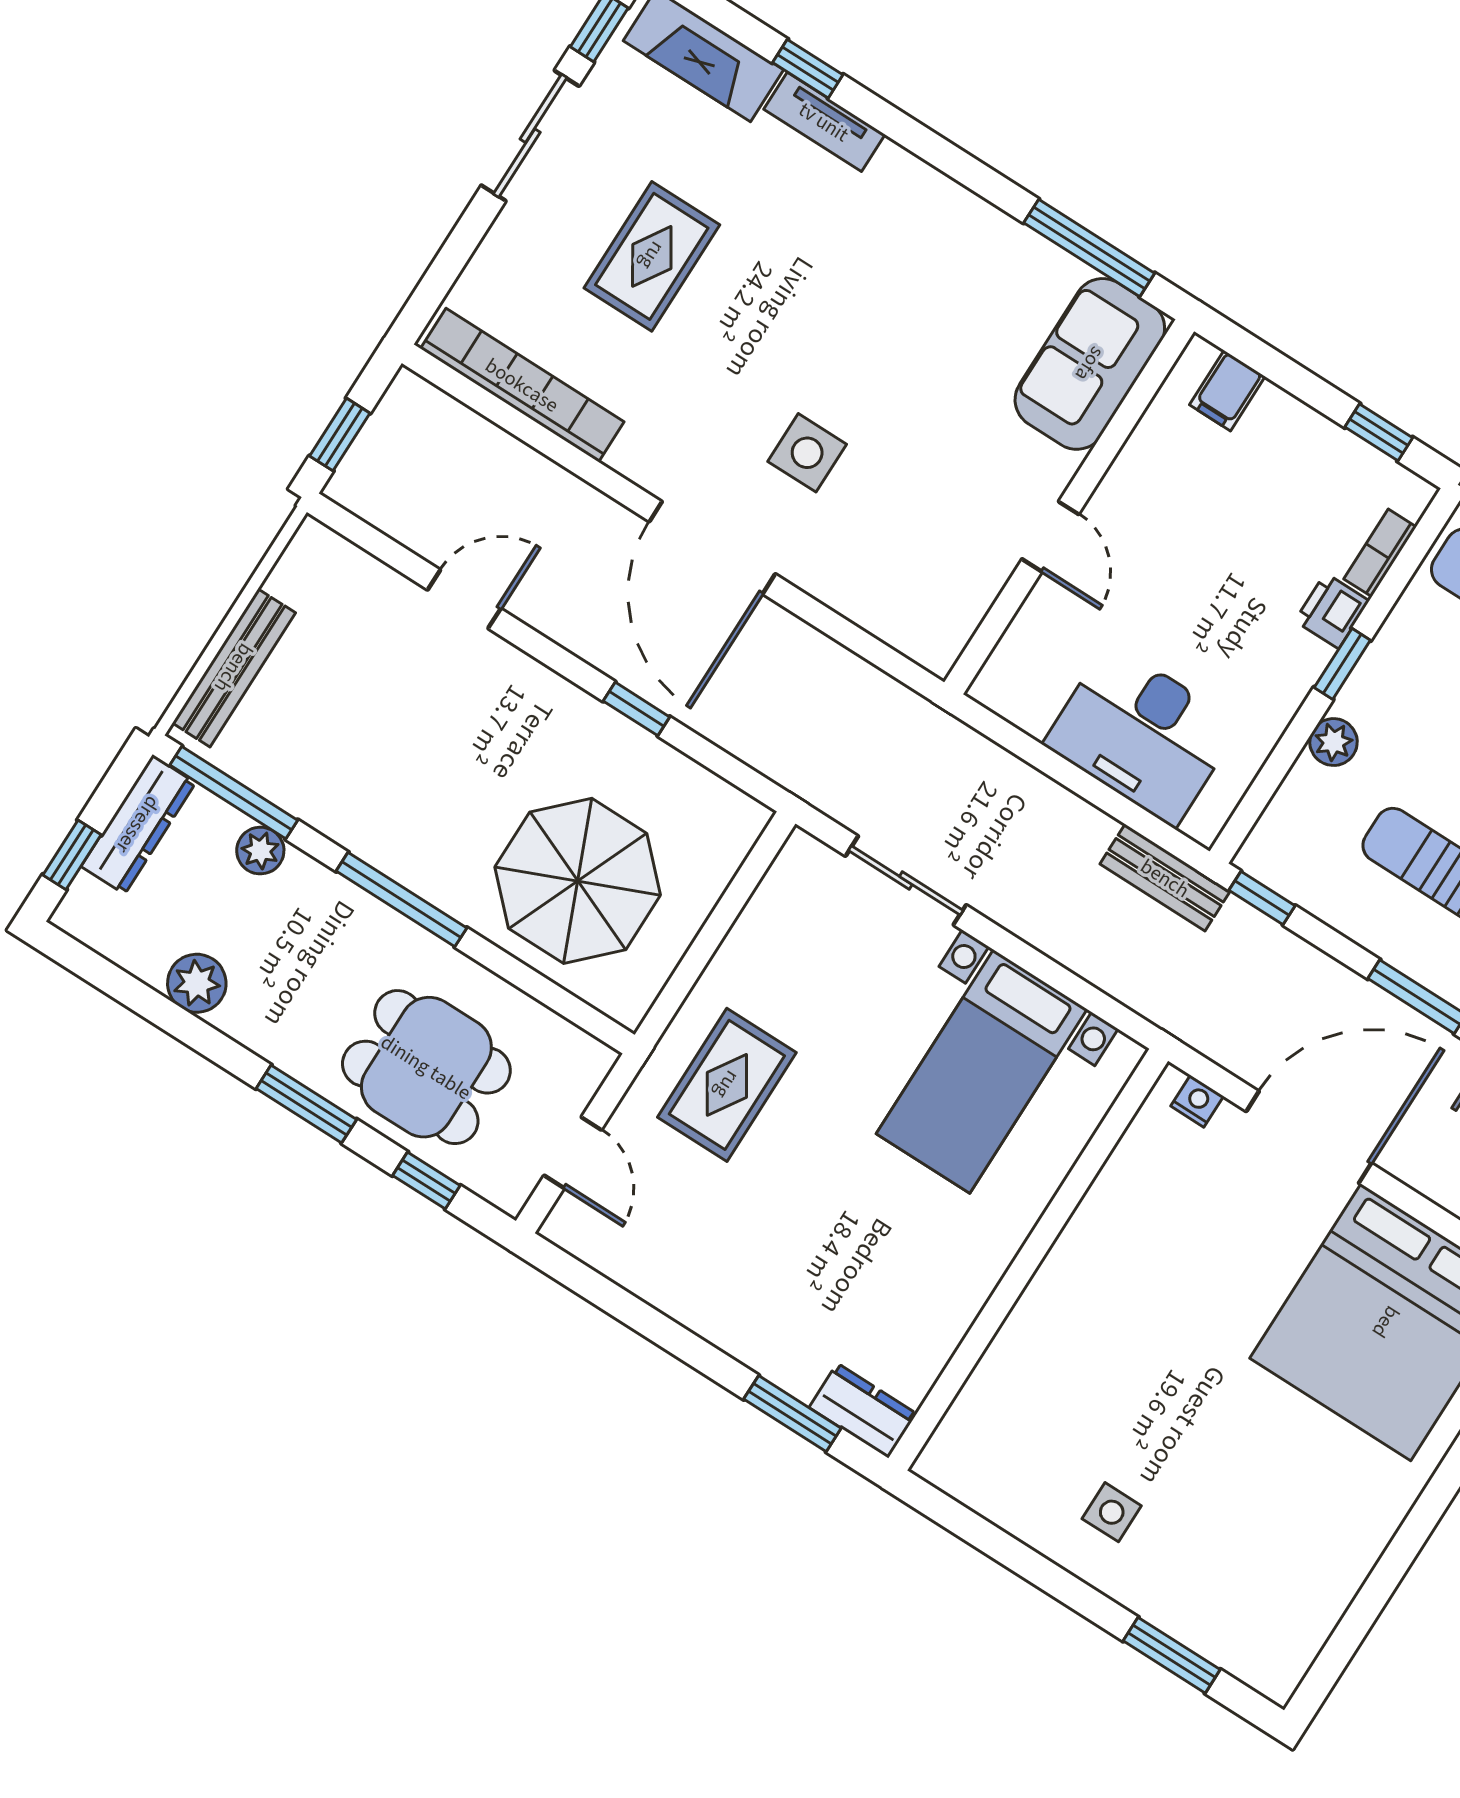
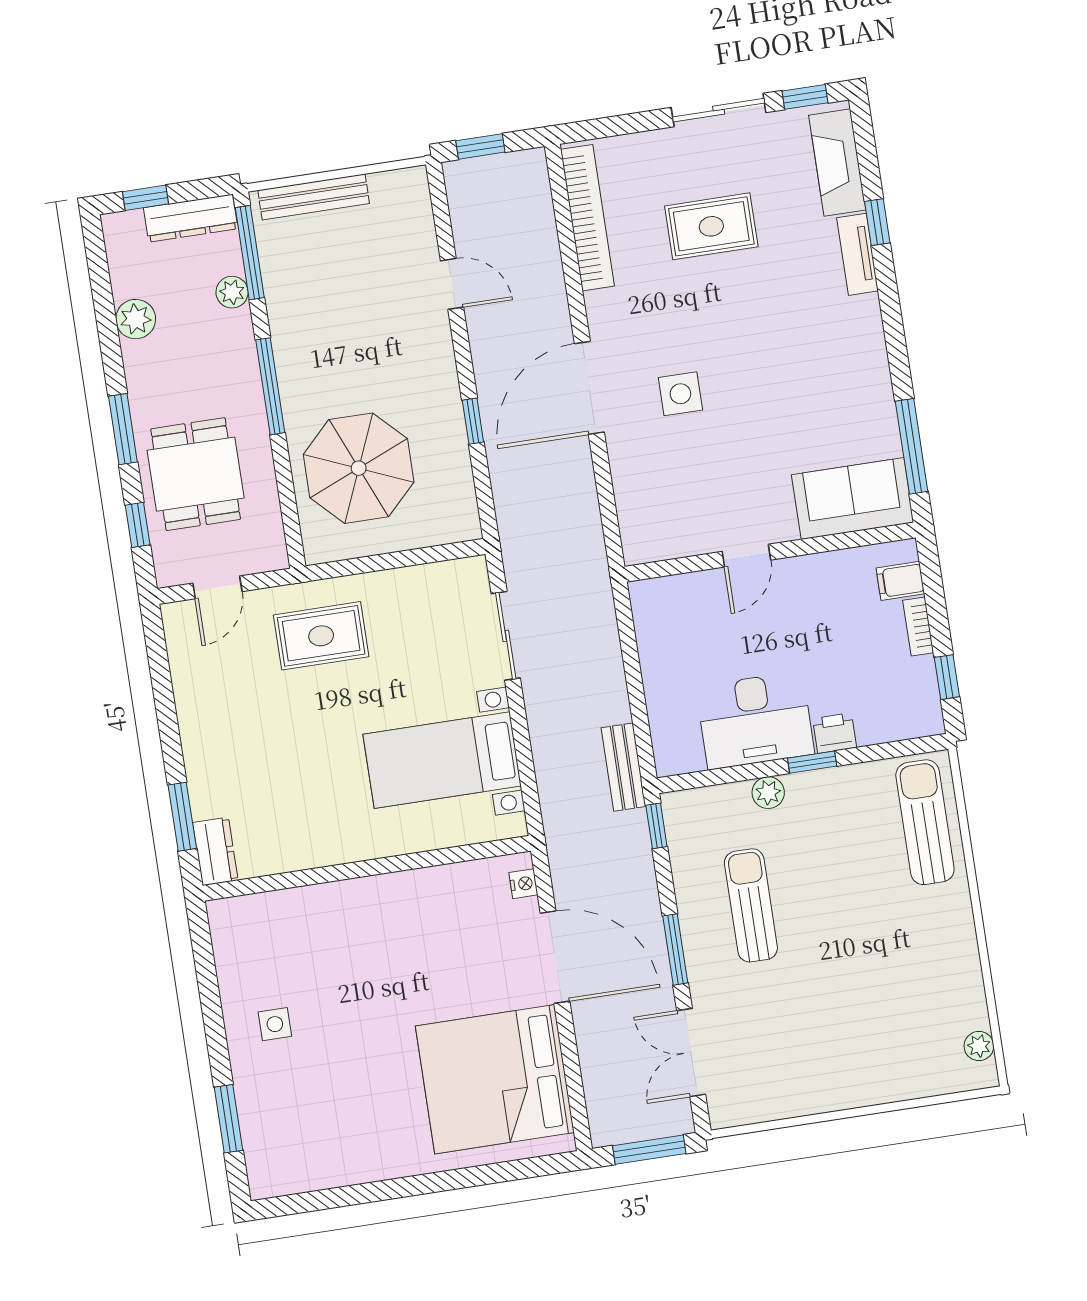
bookcase: (1380, 553) -> (918, 626), moved, turned -90
desk: (1142, 734) -> (755, 720), moved, turned -90

